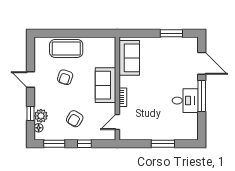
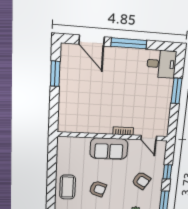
coffee table: (66, 48) -> (68, 187), width x0.73, depth x0.76
sofa: (129, 58) -> (81, 122), removed
door: (202, 63) -> (92, 41), swing flipped
desk: (185, 101) -> (162, 64), moved, turned 90

